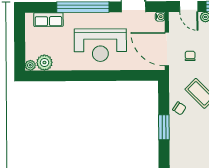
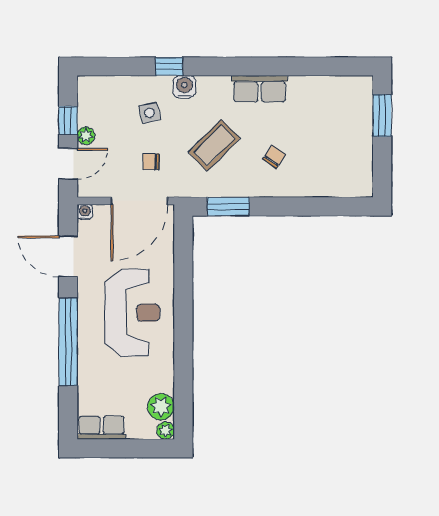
row of seats: (48, 20) -> (102, 428), moved, turned -90
chair: (179, 108) -> (274, 157), moved
window: (164, 127) -> (228, 207), moved

